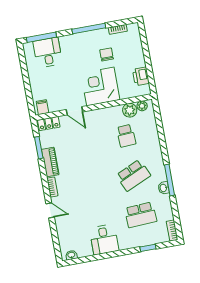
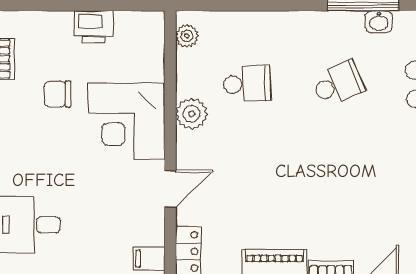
printer: (141, 76) -> (94, 27), moved
plant: (130, 110) -> (191, 114), moved
school desk: (133, 175) -> (338, 84), width x0.54

